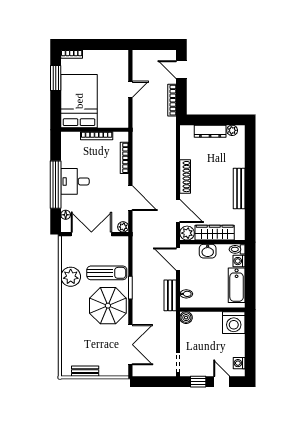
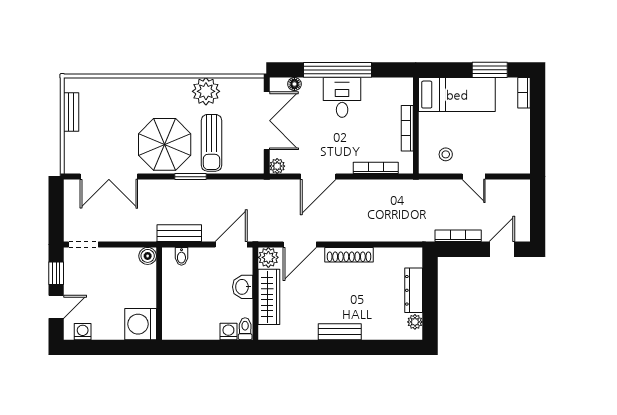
bed: (79, 101) -> (457, 95), width x0.67
stool: (115, 109) -> (446, 154), added
bench: (239, 188) -> (340, 332), width x0.73
bathtub: (237, 285) -> (194, 328), removed

